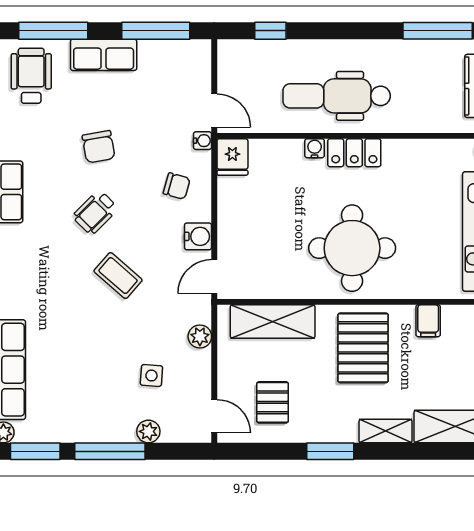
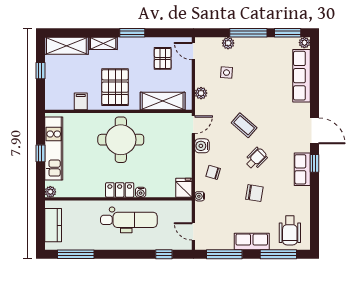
door: (214, 111) -> (193, 231), moved
chair: (99, 147) -> (254, 193), turned 109

